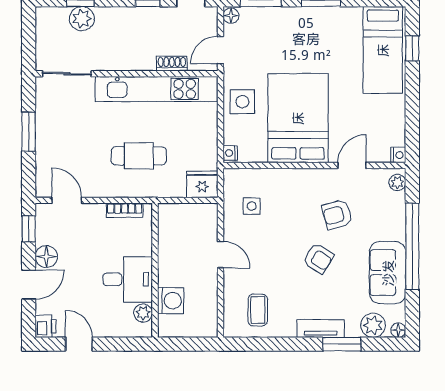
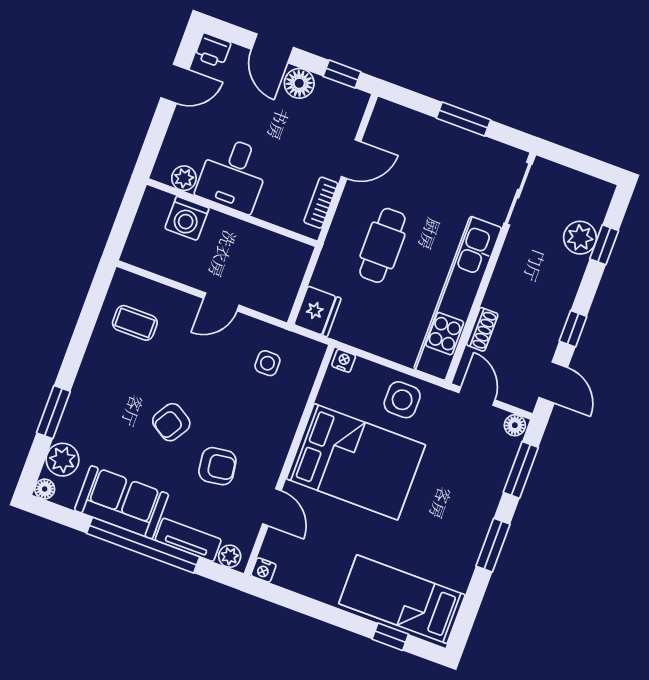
door: (67, 200) -> (351, 159), moved
armchair: (337, 214) -> (217, 466), turned 97
tv unit: (321, 329) -> (188, 540), moved, turned -90

